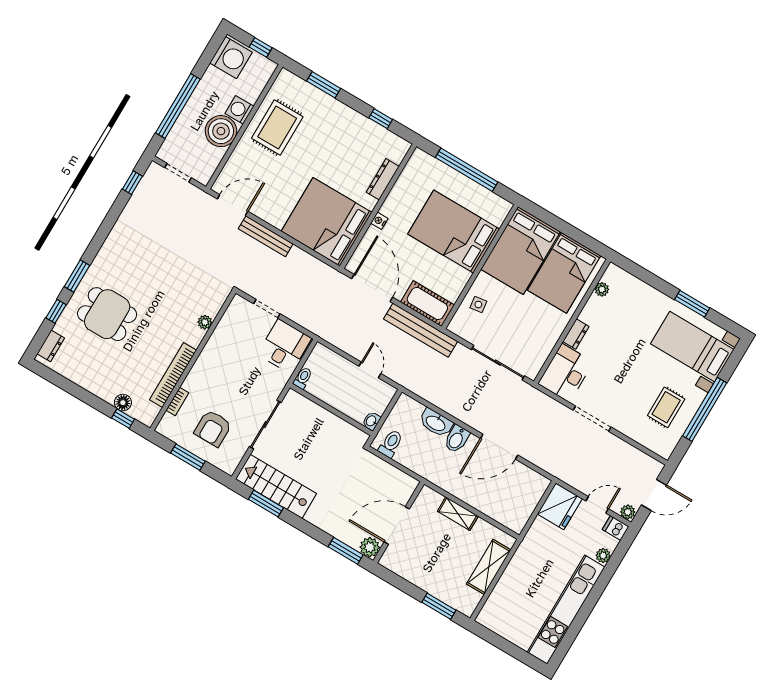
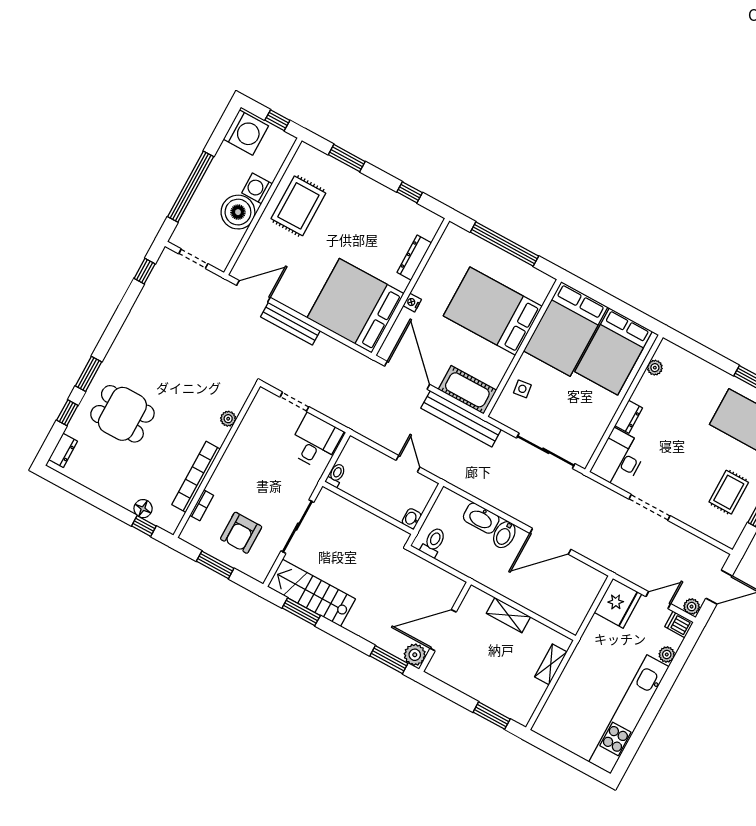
shelving: (489, 567) -> (551, 664), width x0.67, depth x0.75

